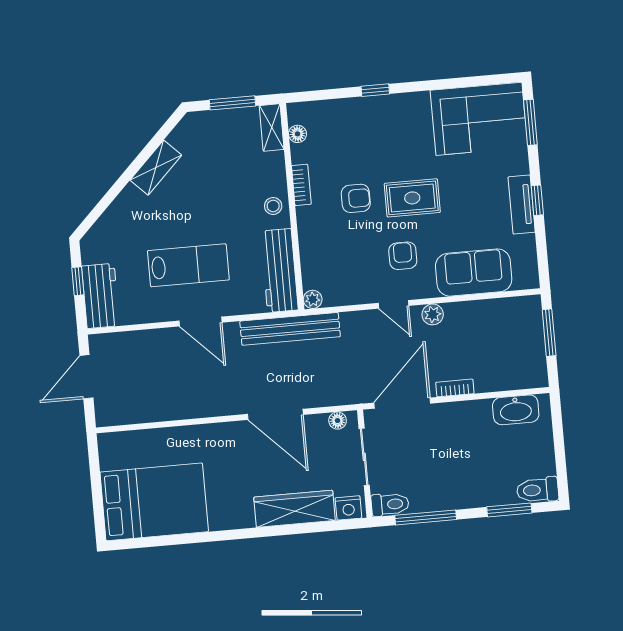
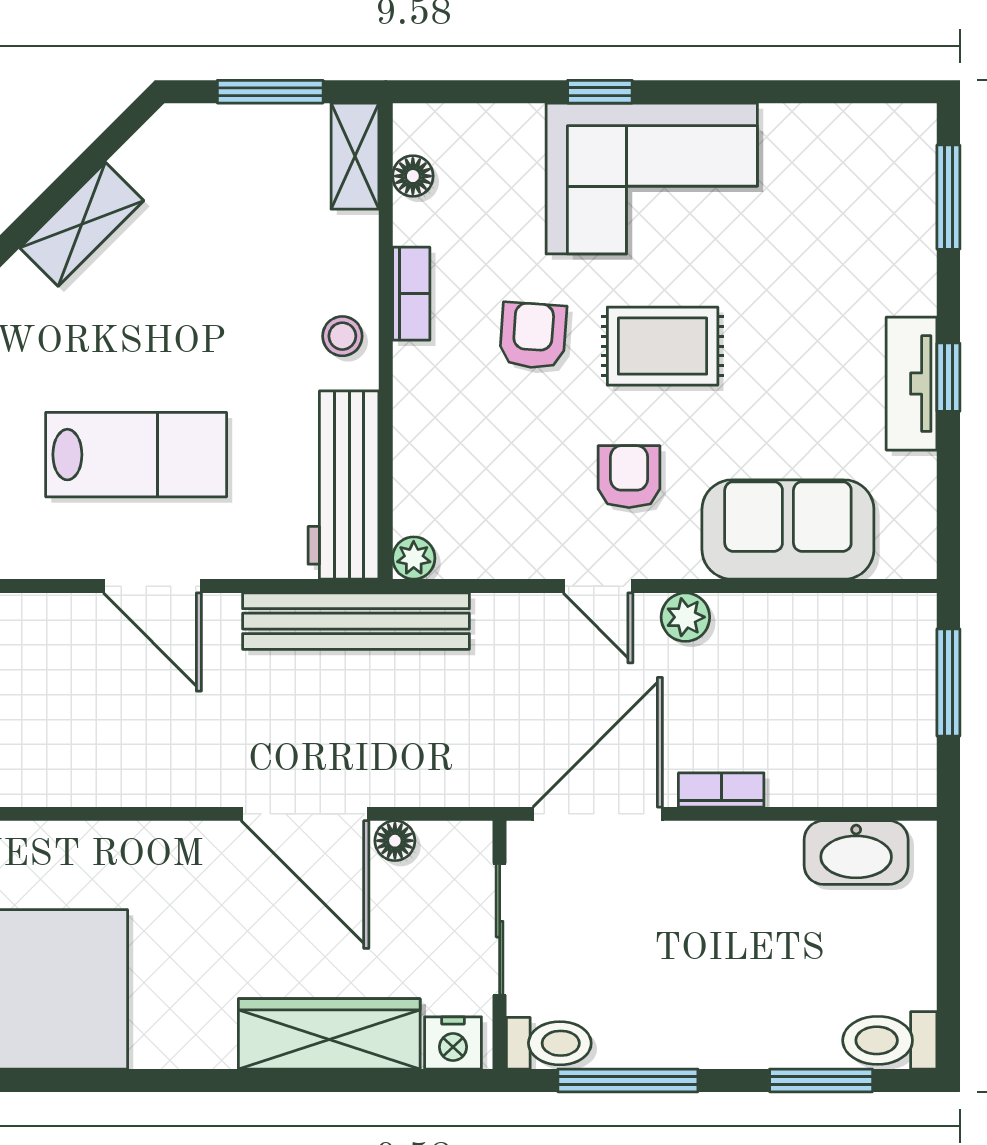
corner sofa: (479, 119) -> (652, 179), moved
armchair: (356, 198) -> (533, 336), turned -86
floor lamp: (338, 421) -> (395, 841), moved

